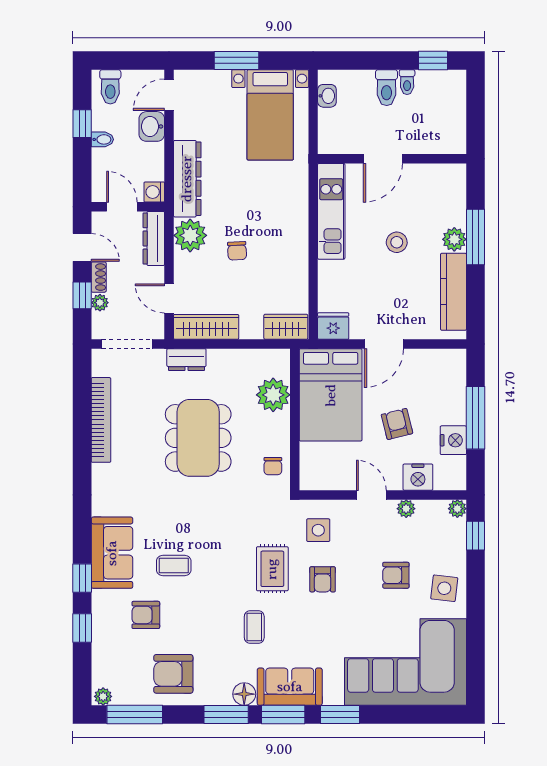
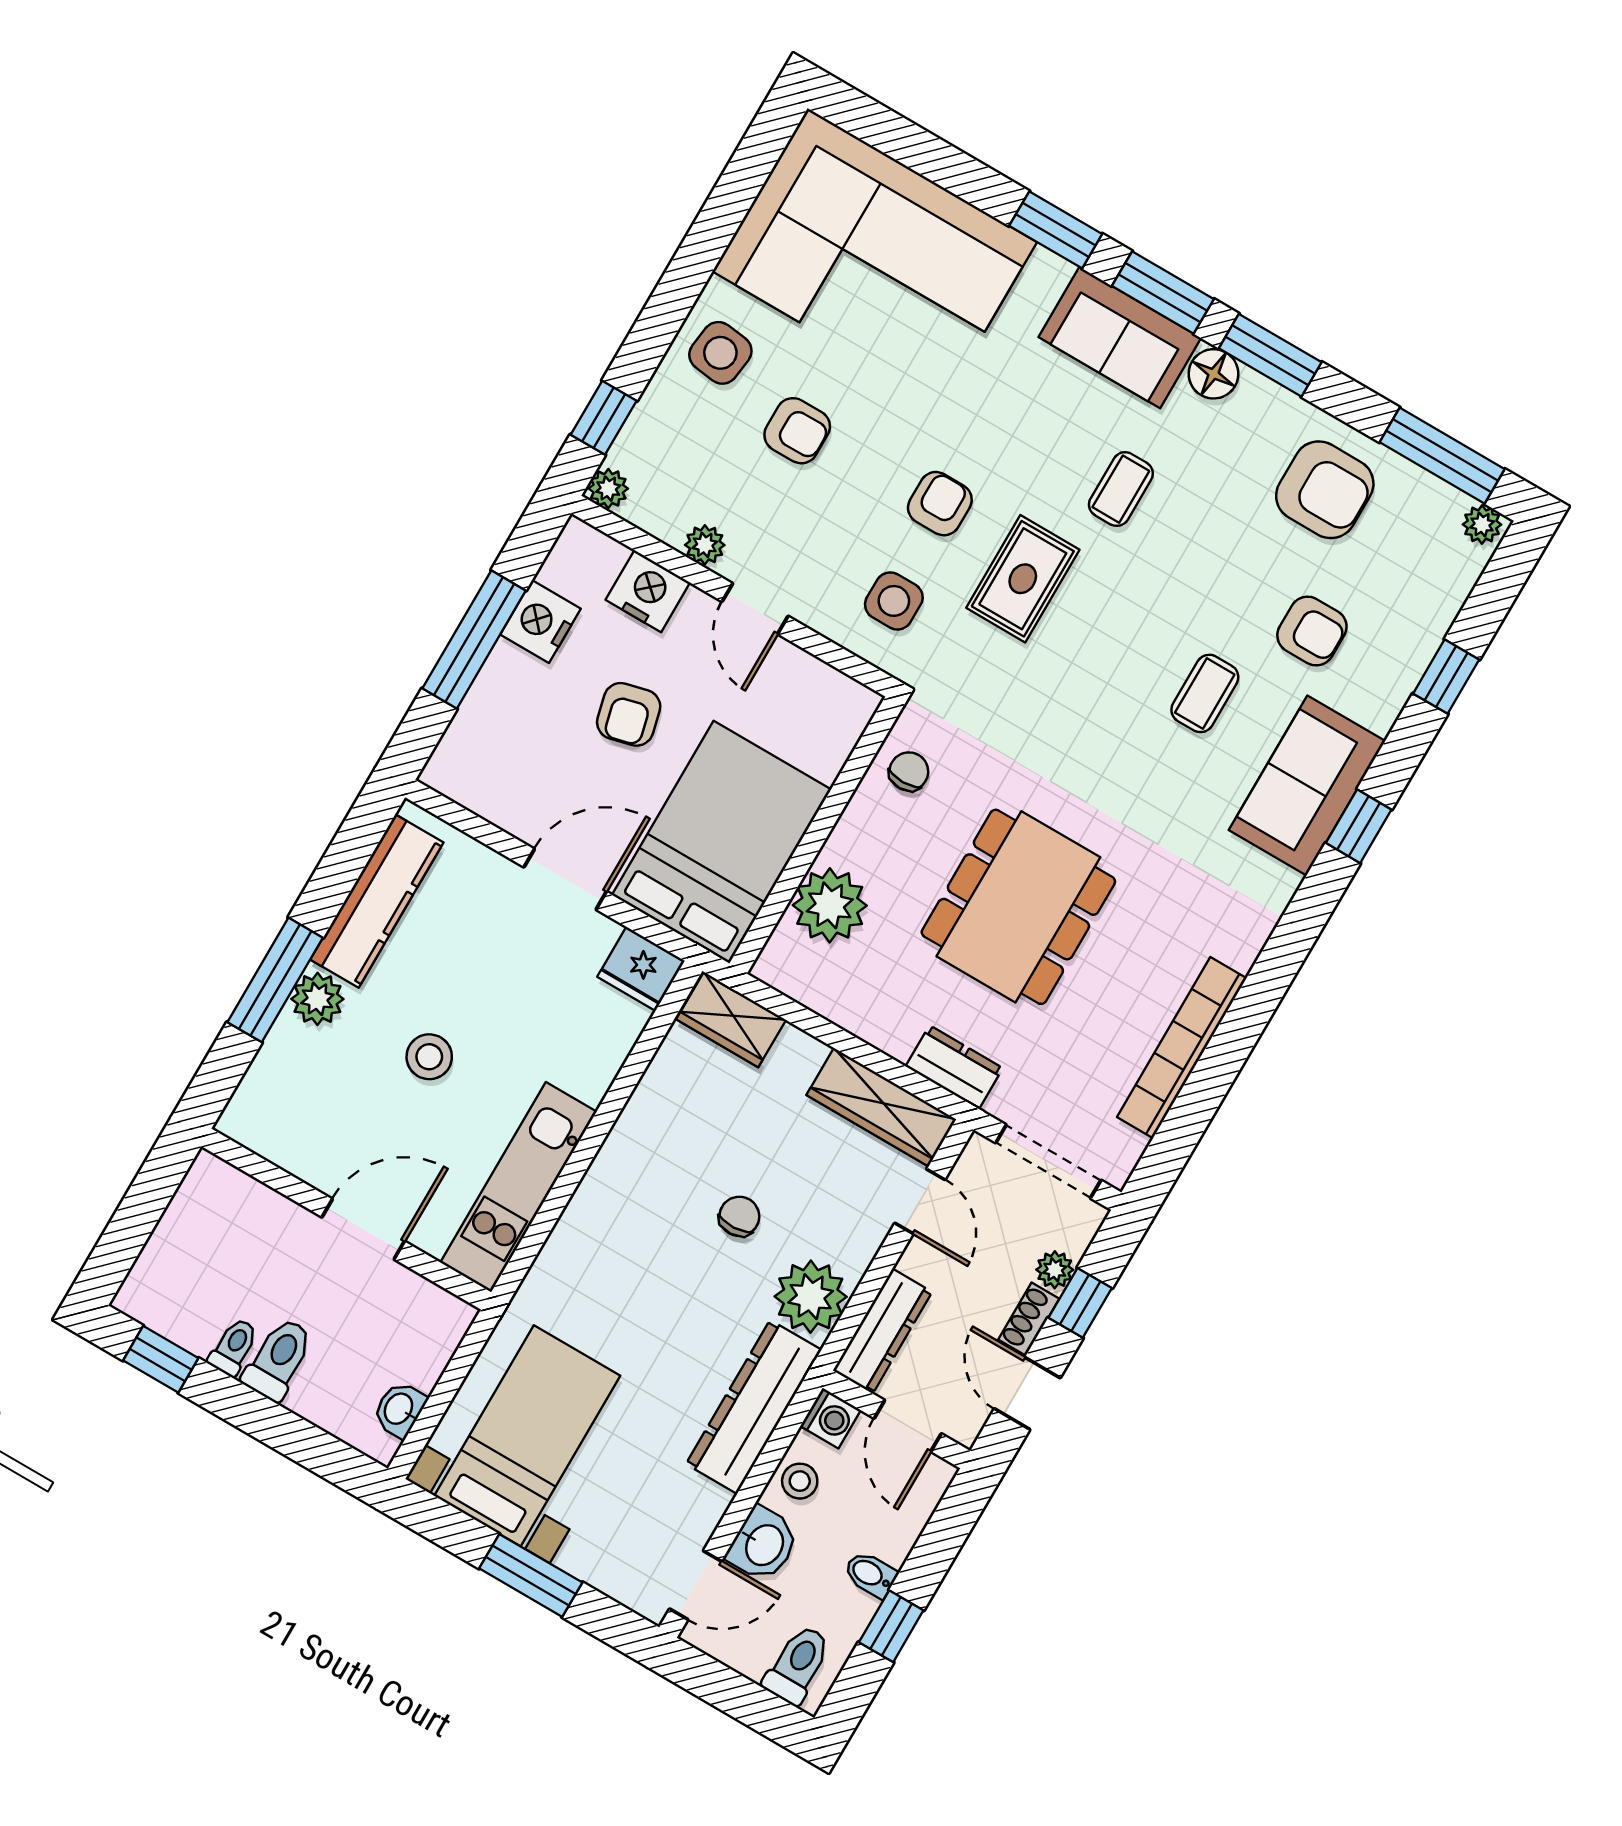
stool: (152, 160) -> (800, 1481), added
coffee table: (174, 565) -> (1205, 693), turned 90
window: (82, 578) -> (1359, 826), moved

